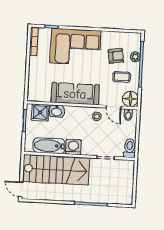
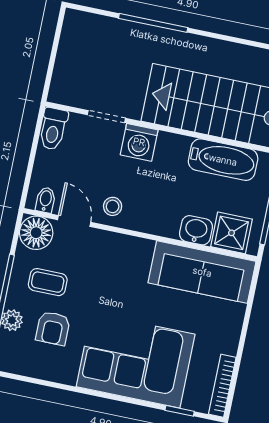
armchair: (116, 56) -> (53, 328), turned -81
sofa: (75, 94) -> (202, 272), moved
washing machine: (73, 147) -> (139, 142), moved

